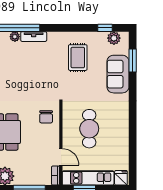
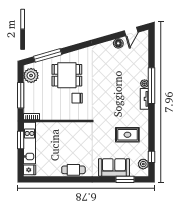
chair: (46, 117) -> (77, 98), moved
cafe table: (89, 129) -> (73, 170), moved, width x0.73, depth x0.74
door: (61, 157) -> (47, 121), removed

